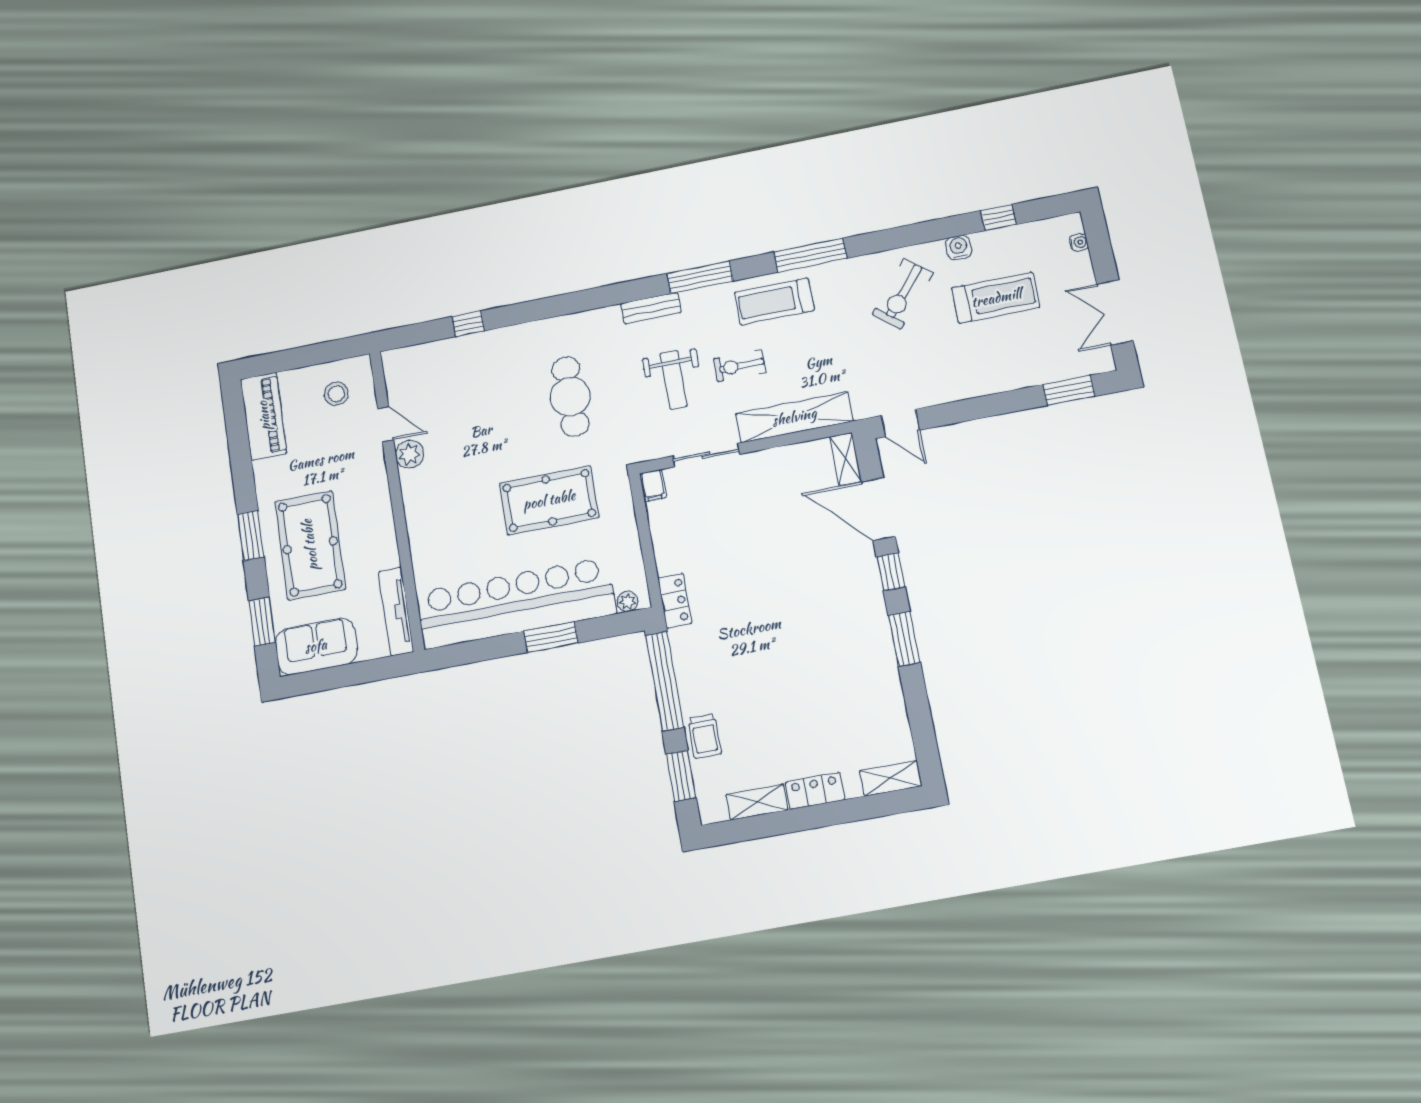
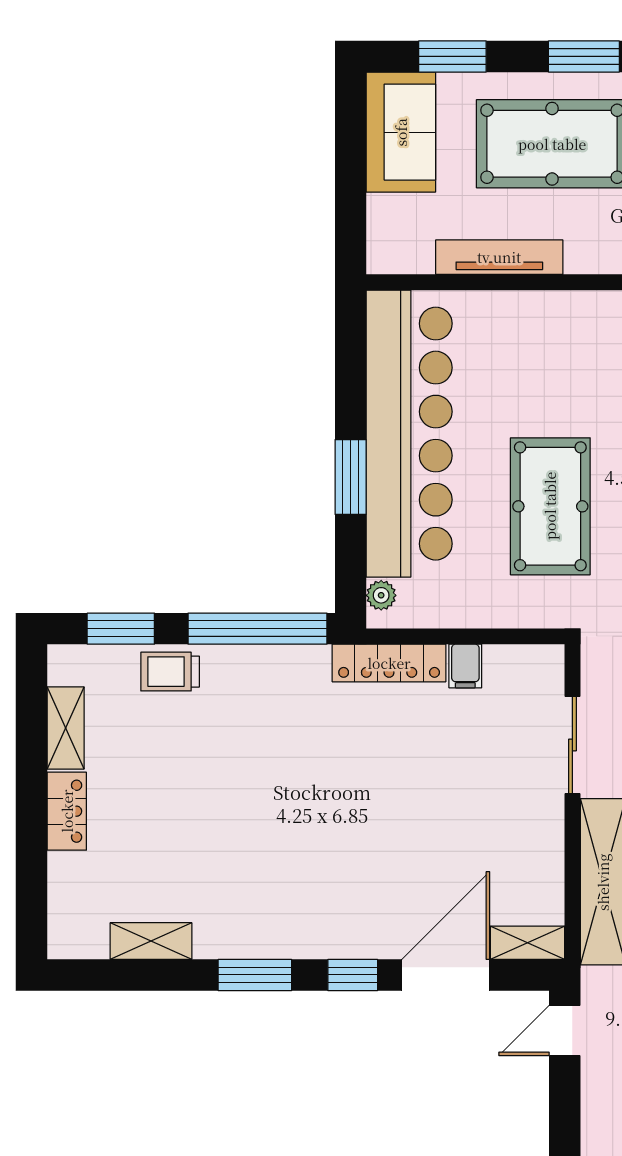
filing cabinet: (653, 485) -> (465, 666), moved, turned -90
locker: (675, 601) -> (389, 663), width x1.53
tv unit: (396, 612) -> (499, 257), moved
shelving: (891, 778) -> (151, 941), moved, turned 90

